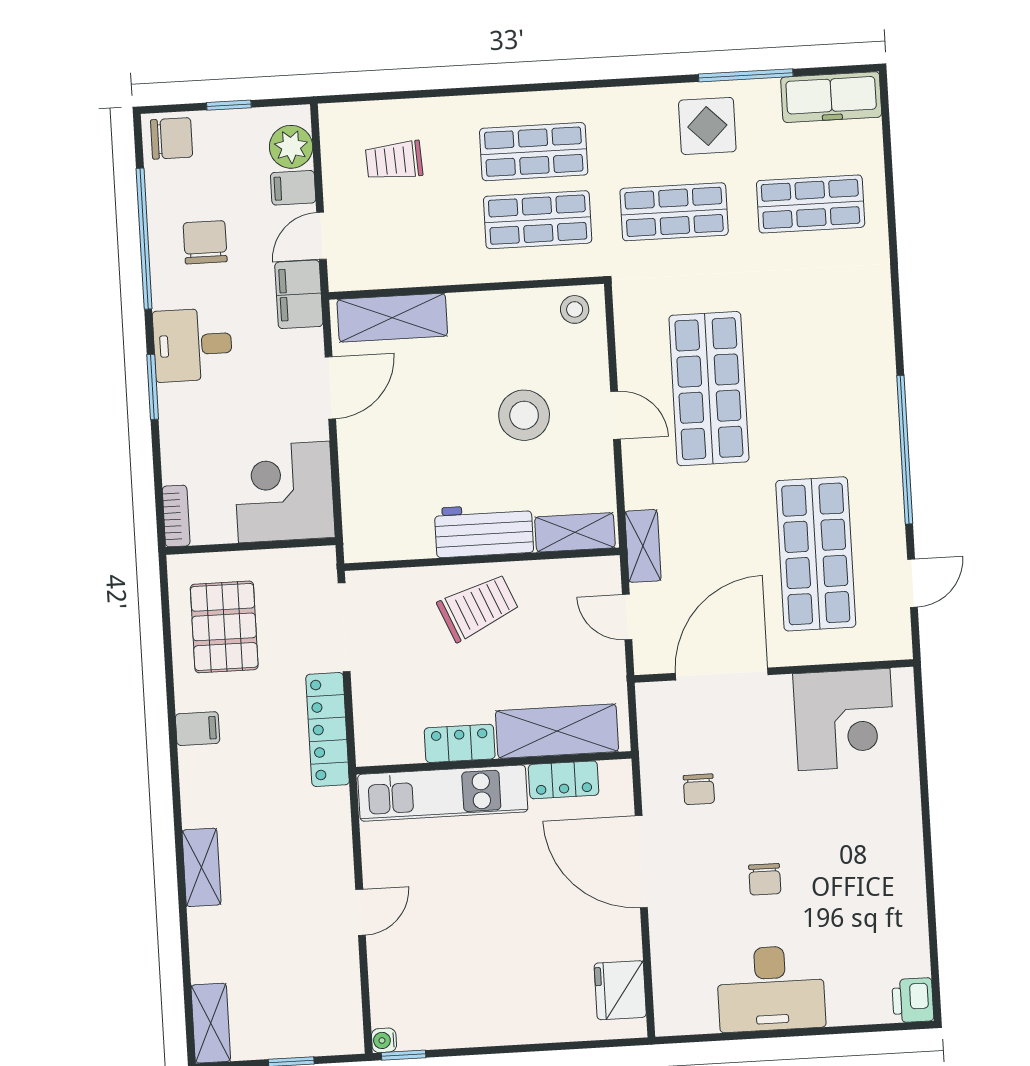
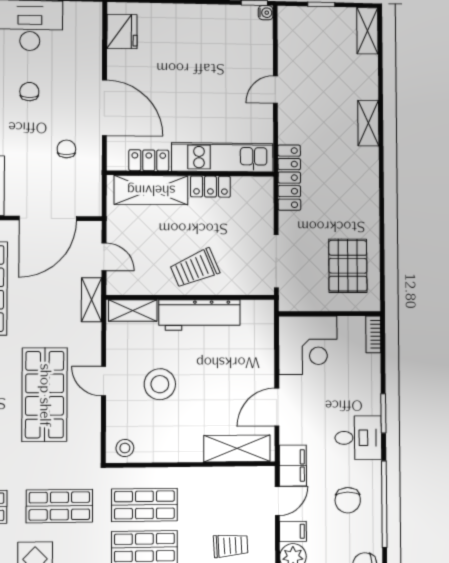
workbench: (484, 530) -> (199, 315), width x1.38
filing cabinet: (198, 729) -> (367, 206), removed
locker: (328, 729) -> (289, 178), moved

